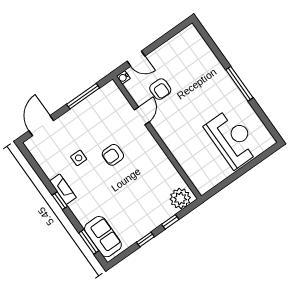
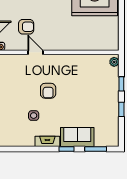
plant: (180, 198) -> (114, 62), width x0.53, depth x0.53
window: (60, 201) -> (66, 149), moved
sofa: (103, 237) -> (77, 137), moved

